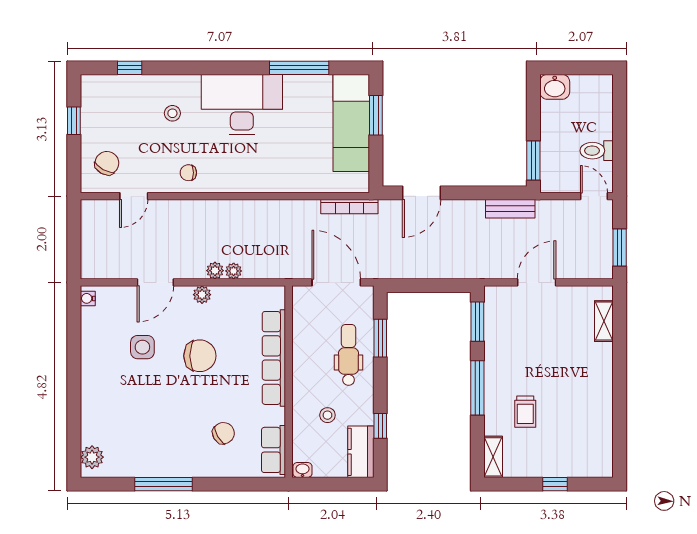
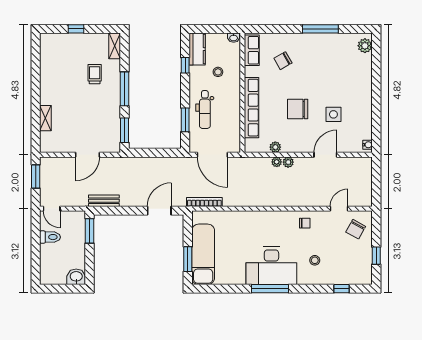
window: (299, 68) -> (270, 289), moved
plant: (202, 295) -> (275, 147), moved
shelving: (604, 321) -> (45, 118), moved

